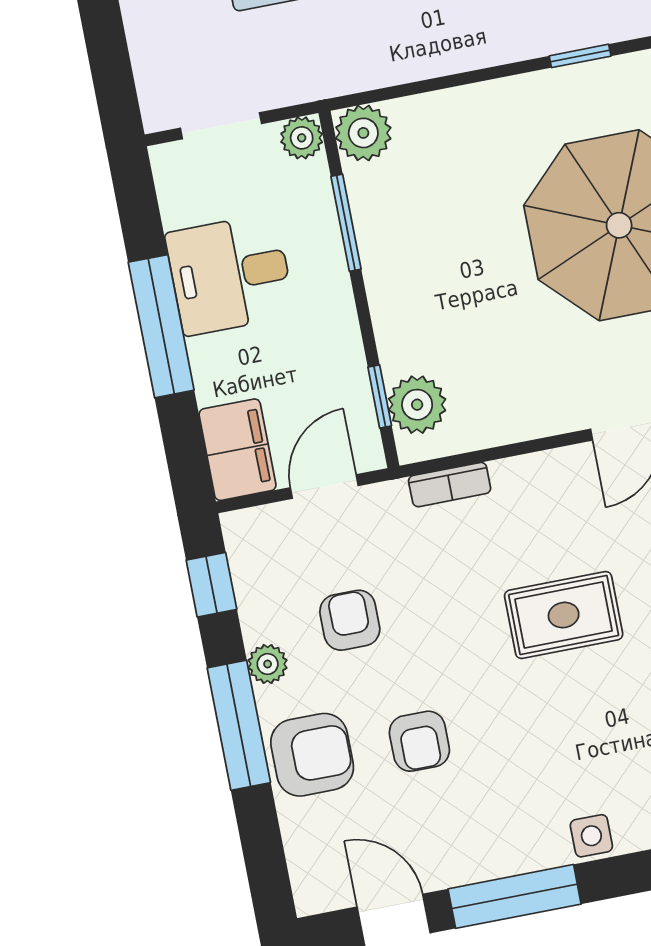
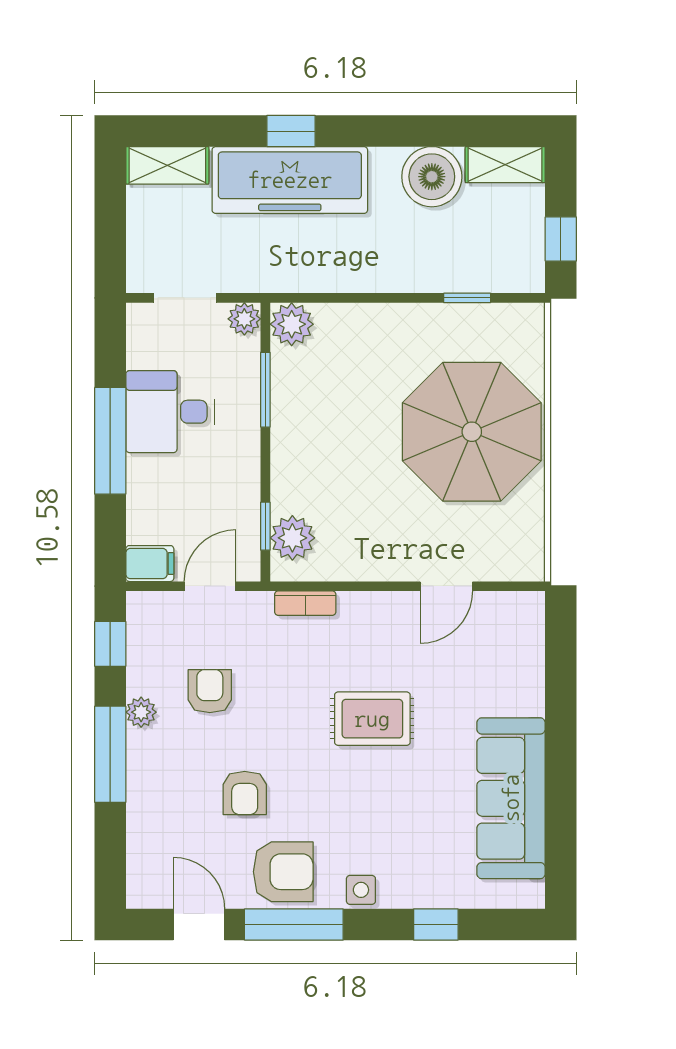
filing cabinet: (238, 450) -> (150, 564), width x0.50
armchair: (312, 755) -> (283, 872), moved

